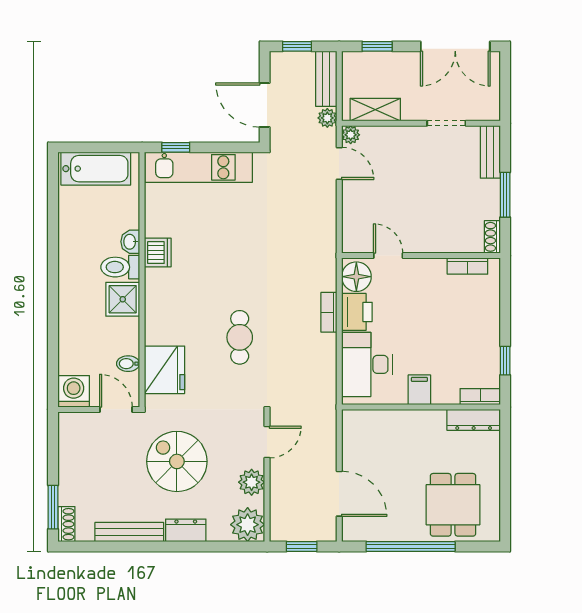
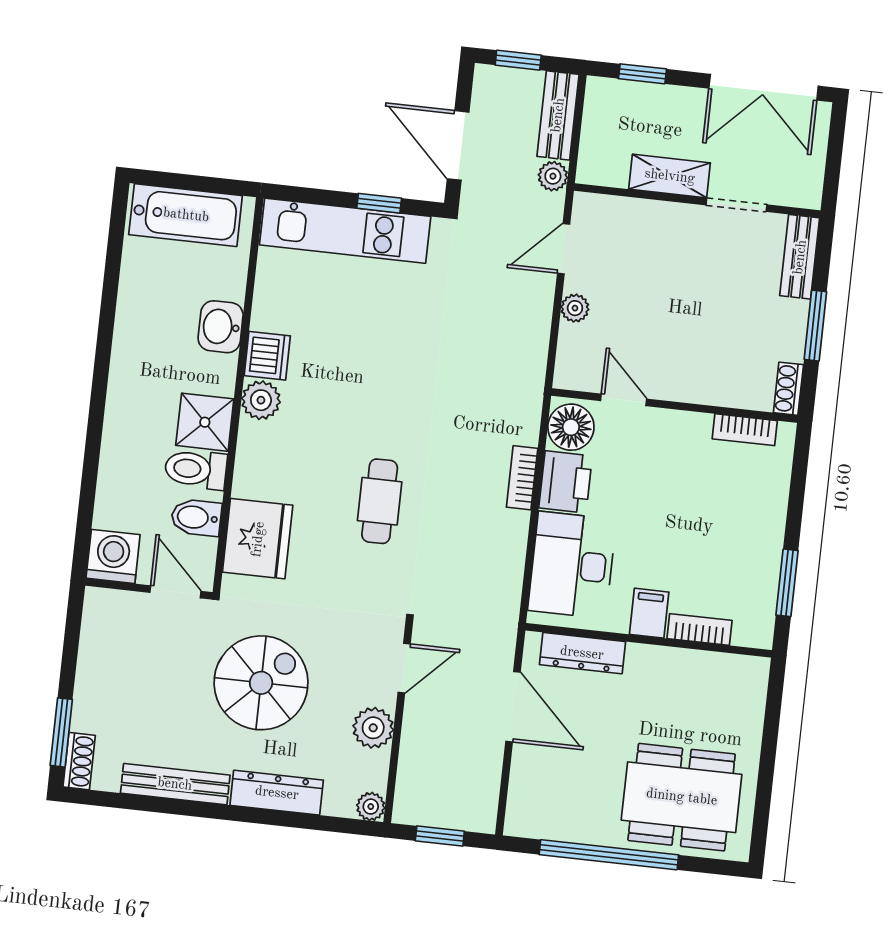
shelving: (375, 110) -> (670, 176), moved
plant: (351, 135) -> (575, 308), moved
window: (176, 147) -> (379, 203), moved
door: (339, 163) -> (564, 249), swing flipped
washbasin: (130, 242) -> (221, 327), width x1.38, depth x1.45
toilet: (120, 267) -> (196, 469), moved
plant: (157, 281) -> (261, 400), added
window: (505, 361) -> (787, 583), width x1.50
bidet: (128, 364) -> (196, 517), width x1.38, depth x1.36
bookcase: (480, 397) -> (699, 630), moved
dresser: (474, 420) -> (582, 653), moved
spiral stairs: (177, 461) -> (261, 683), turned 90
door: (339, 494) -> (513, 707), moved
dining table: (453, 505) -> (682, 797), width x1.38
plant: (248, 525) -> (371, 807), width x0.53, depth x0.53
dresser: (186, 530) -> (277, 793), width x1.44

